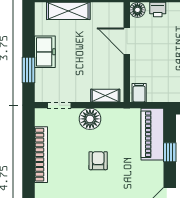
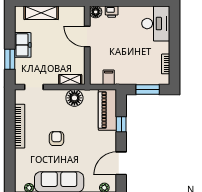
filing cabinet: (139, 93) -> (109, 77), moved
floor lamp: (90, 119) -> (74, 98), moved
armchair: (98, 161) -> (56, 139), moved

